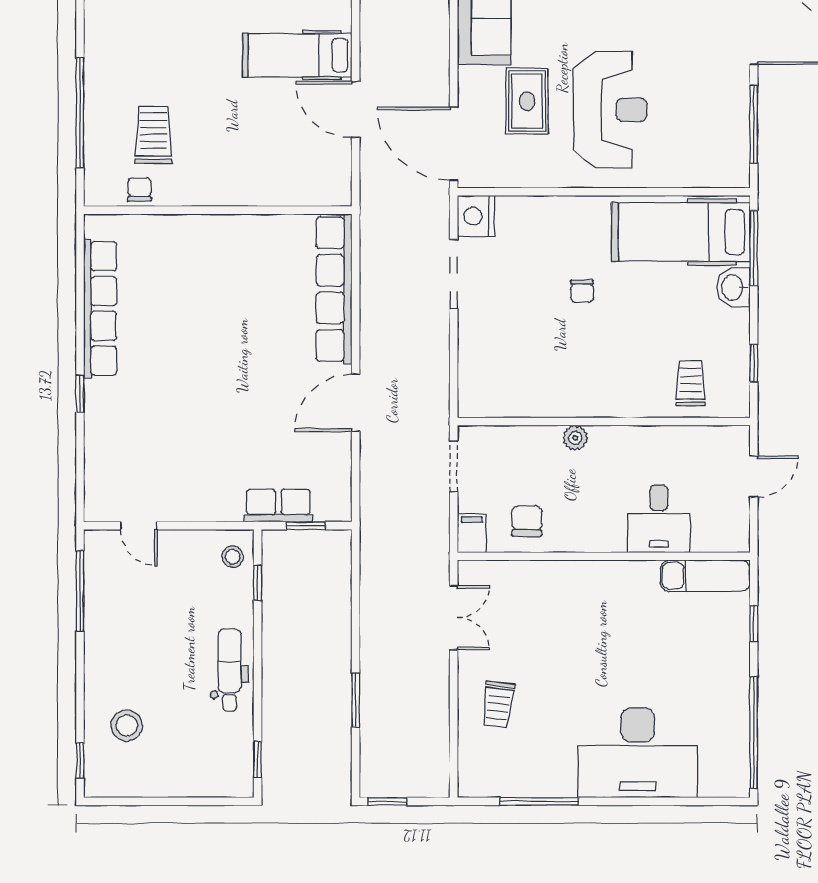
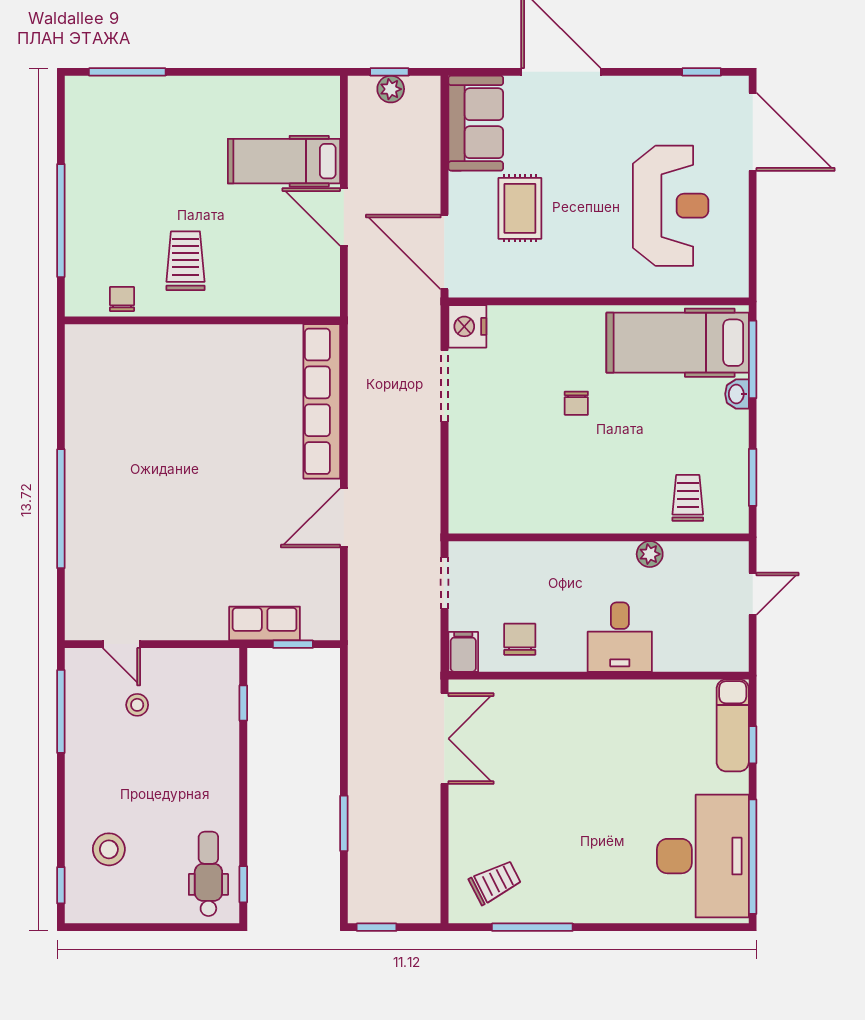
reception desk: (610, 110) -> (671, 206), moved
window: (754, 124) -> (753, 232), removed
trolley: (153, 135) -> (185, 261), moved
washbasin: (733, 287) -> (737, 394), width x0.72, depth x0.69
row of seats: (100, 308) -> (82, 421), removed
window: (754, 363) -> (753, 477), width x1.50
window: (80, 394) -> (61, 509), width x3.17
plant: (575, 438) -> (650, 554), moved
desk: (659, 519) -> (620, 637), moved
stool: (233, 557) -> (137, 705), moved
exam couch: (705, 576) -> (733, 725), moved, turned 90
double door: (454, 618) -> (444, 739), width x1.37
dental chair: (229, 670) -> (208, 874), moved
trolley: (498, 704) -> (495, 882), moved, turned -124
desk: (638, 753) -> (703, 856), moved, turned -90

